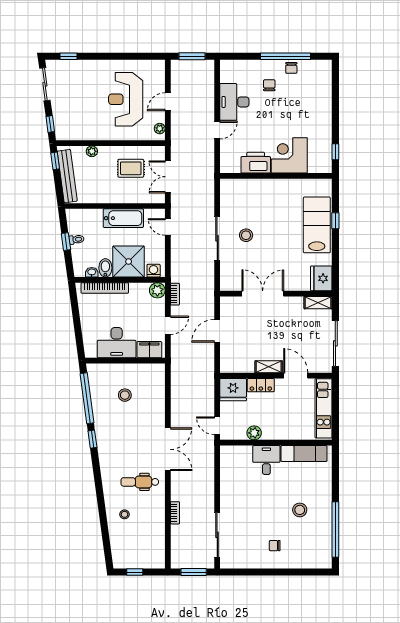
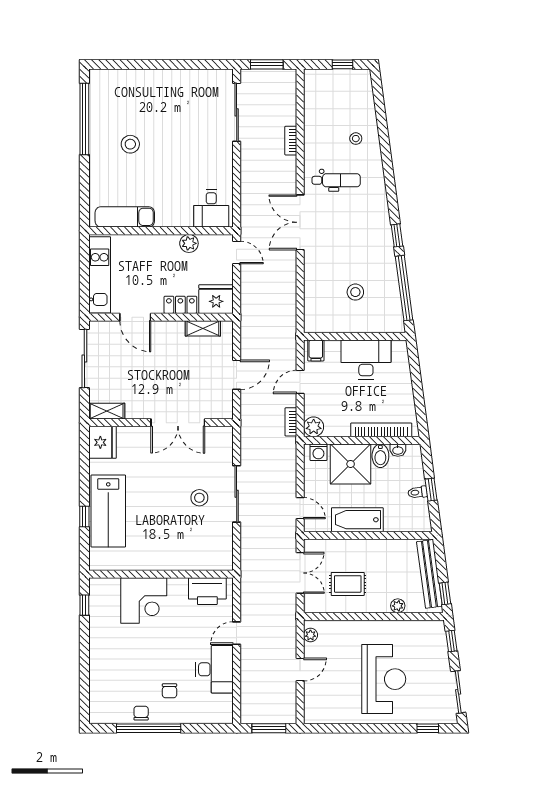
reception desk: (126, 99) -> (384, 679), moved
printer: (256, 163) -> (207, 591), moved
filing cabinet: (149, 350) -> (316, 350), width x0.50
shelving: (269, 367) -> (203, 328), moved
desk: (266, 460) -> (211, 208), moved
chair: (275, 546) -> (162, 98), removed

